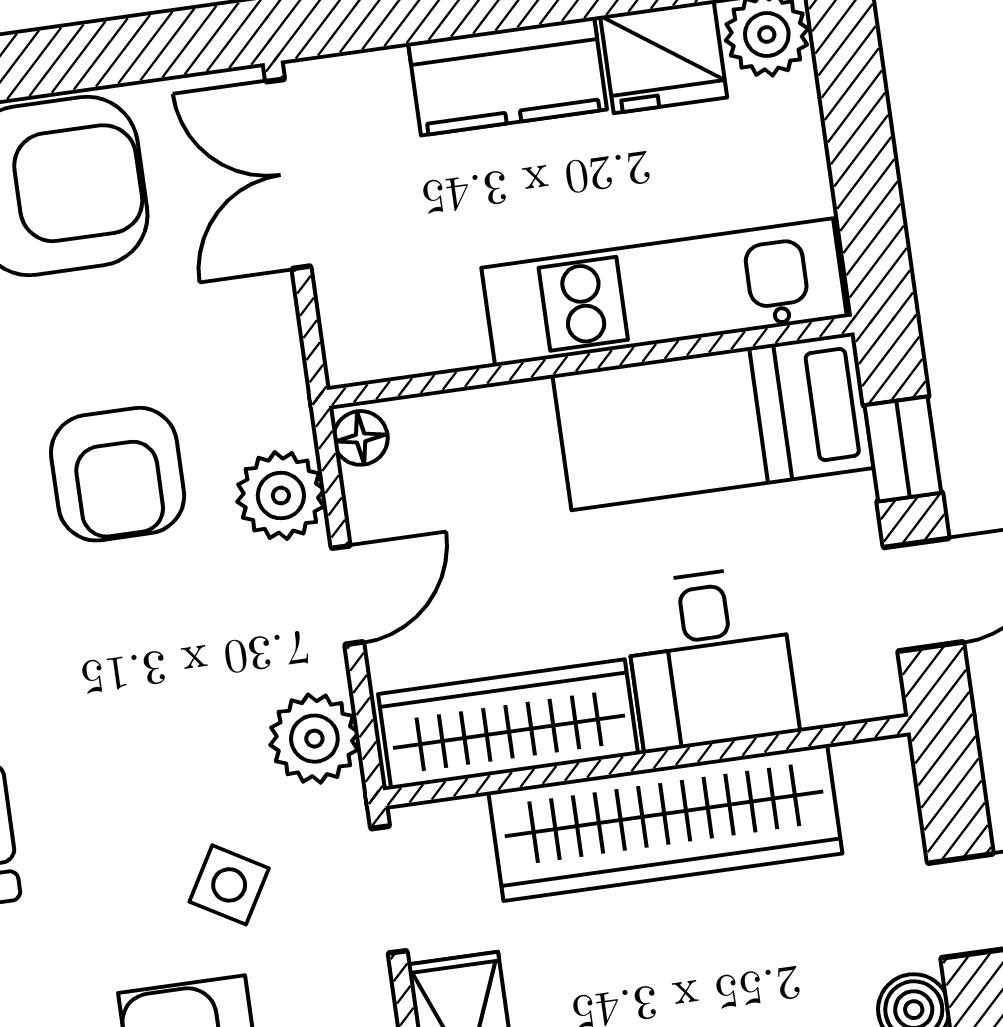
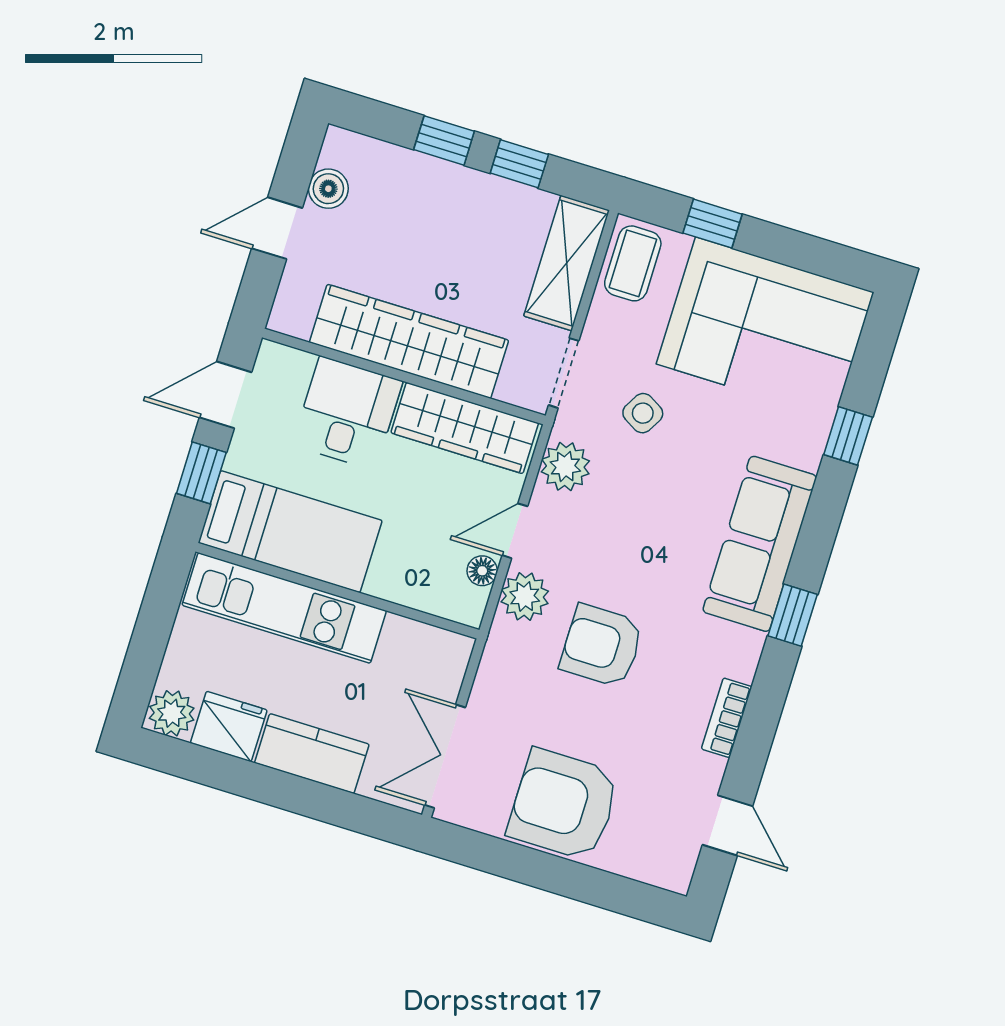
double door: (288, 174) -> (445, 756), swing flipped
floor lamp: (361, 438) -> (482, 571), moved
armchair: (118, 474) -> (602, 646), turned -90

